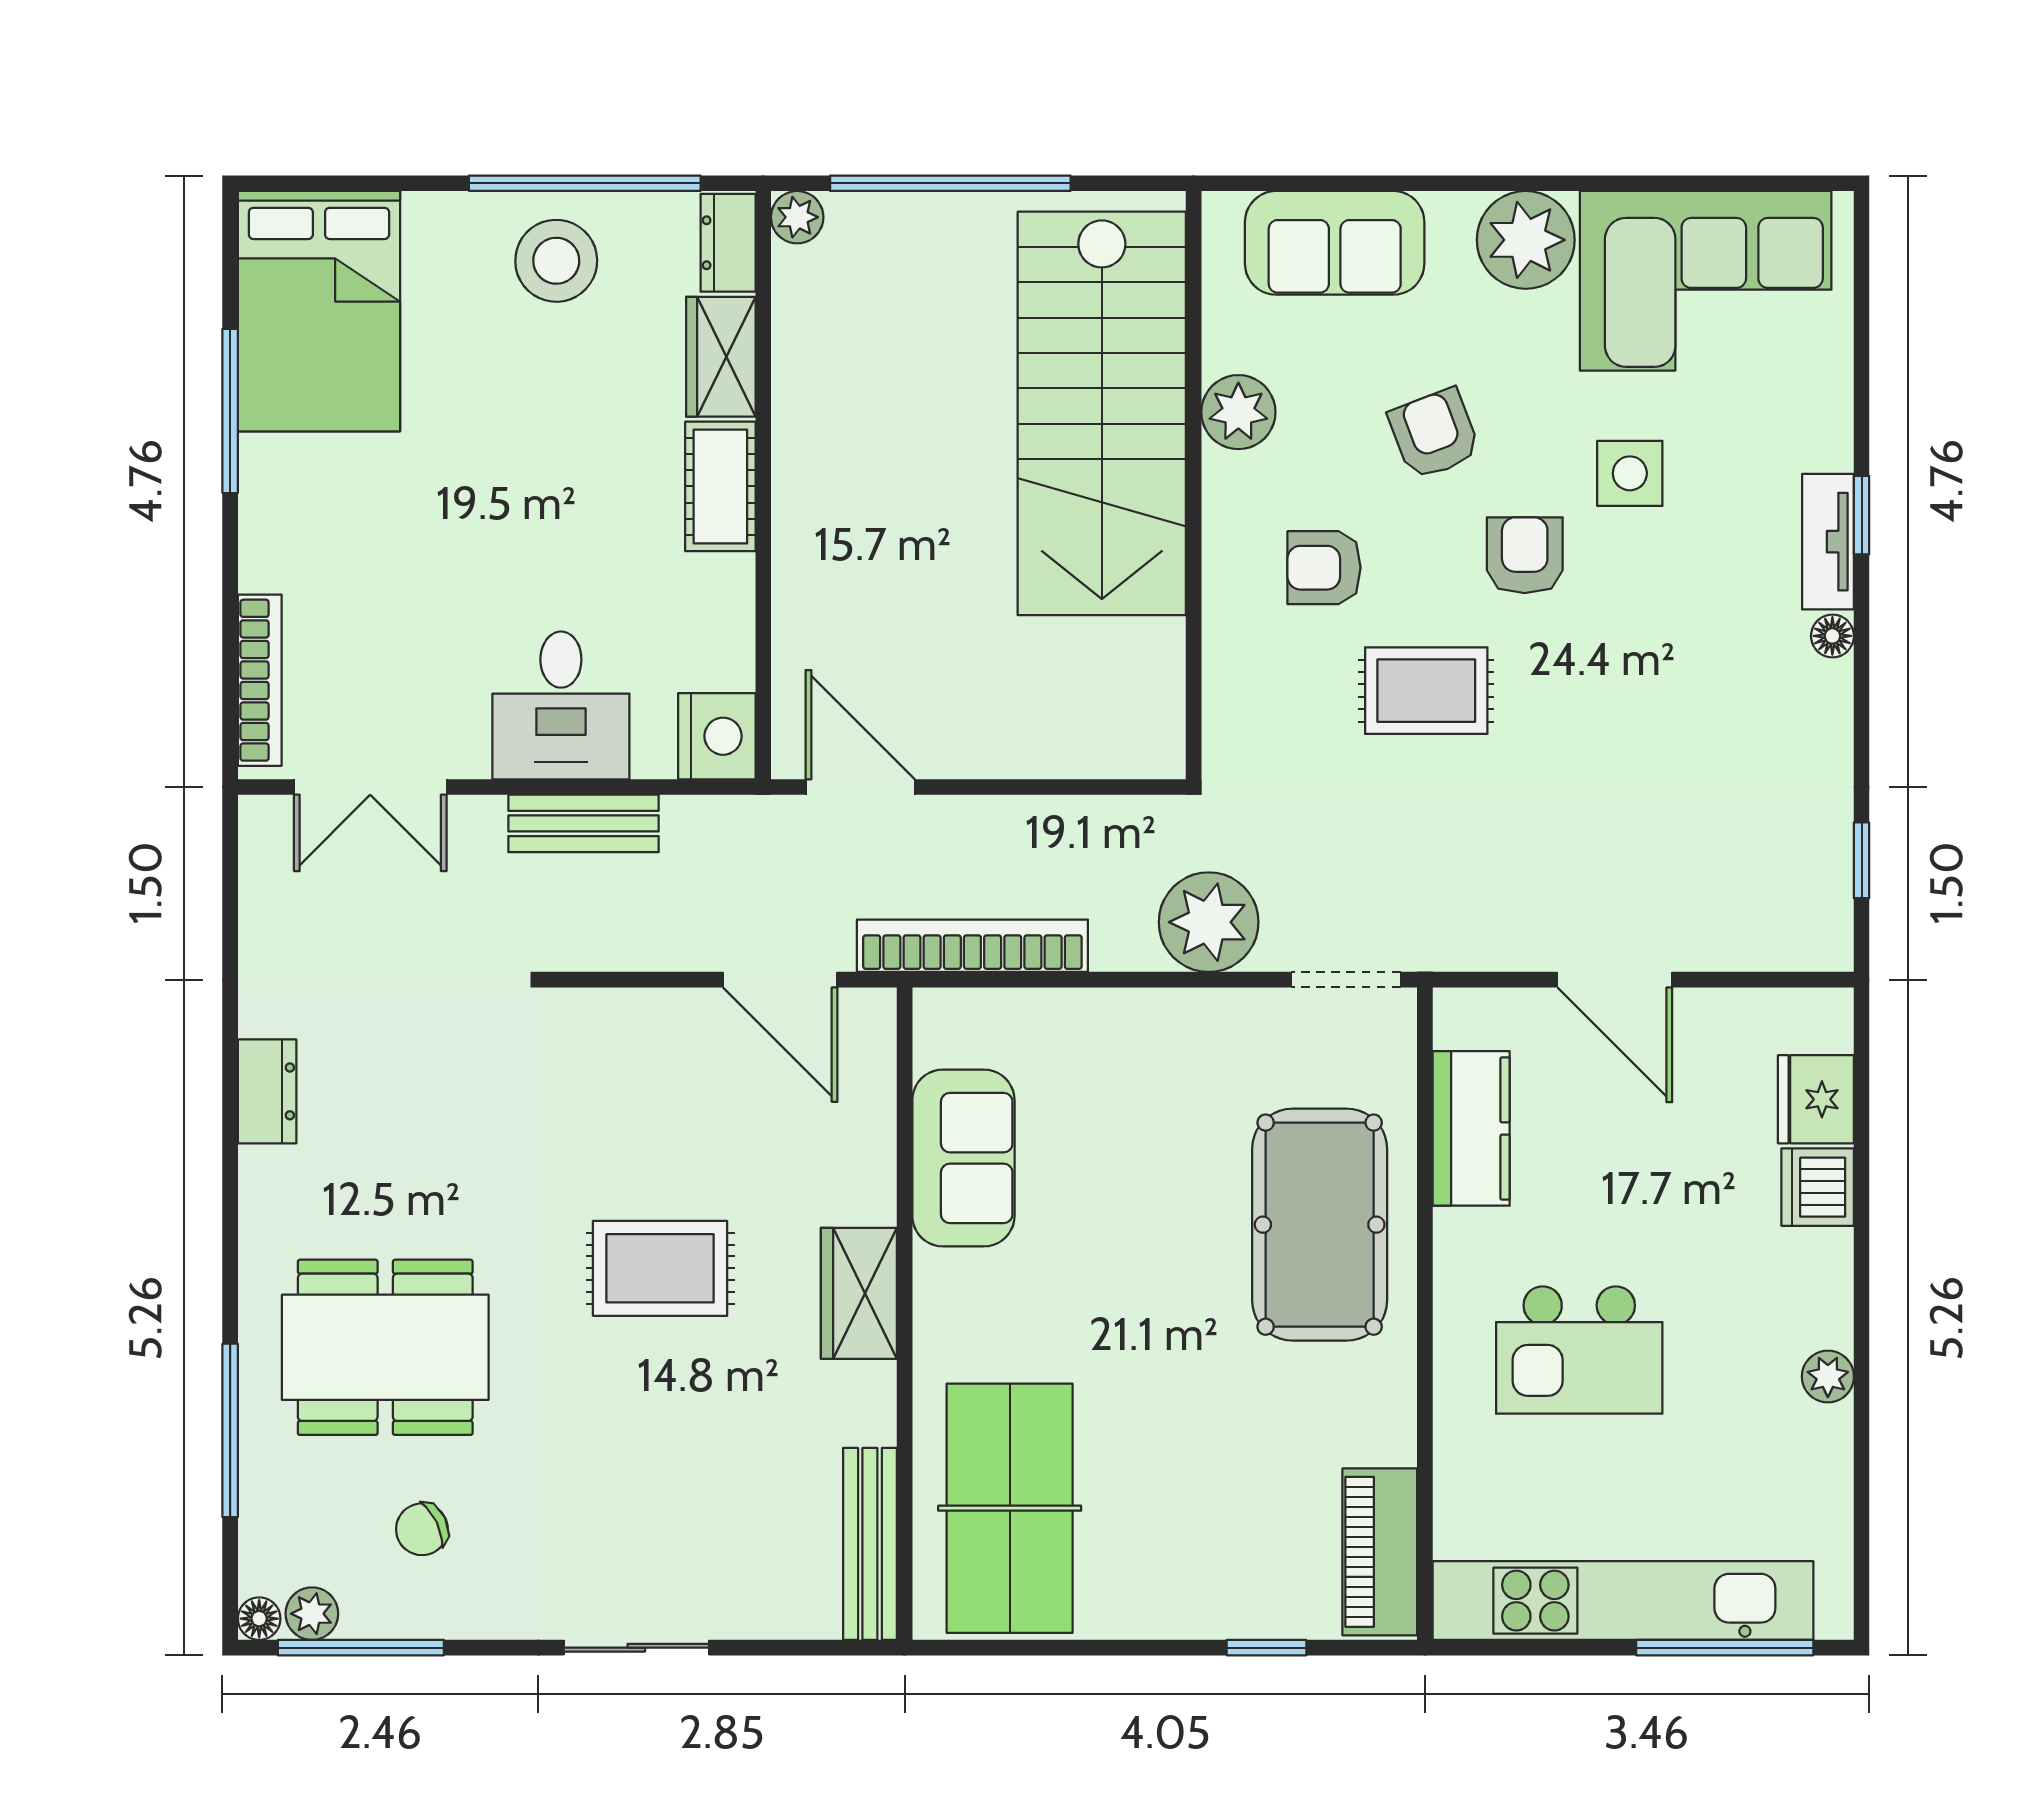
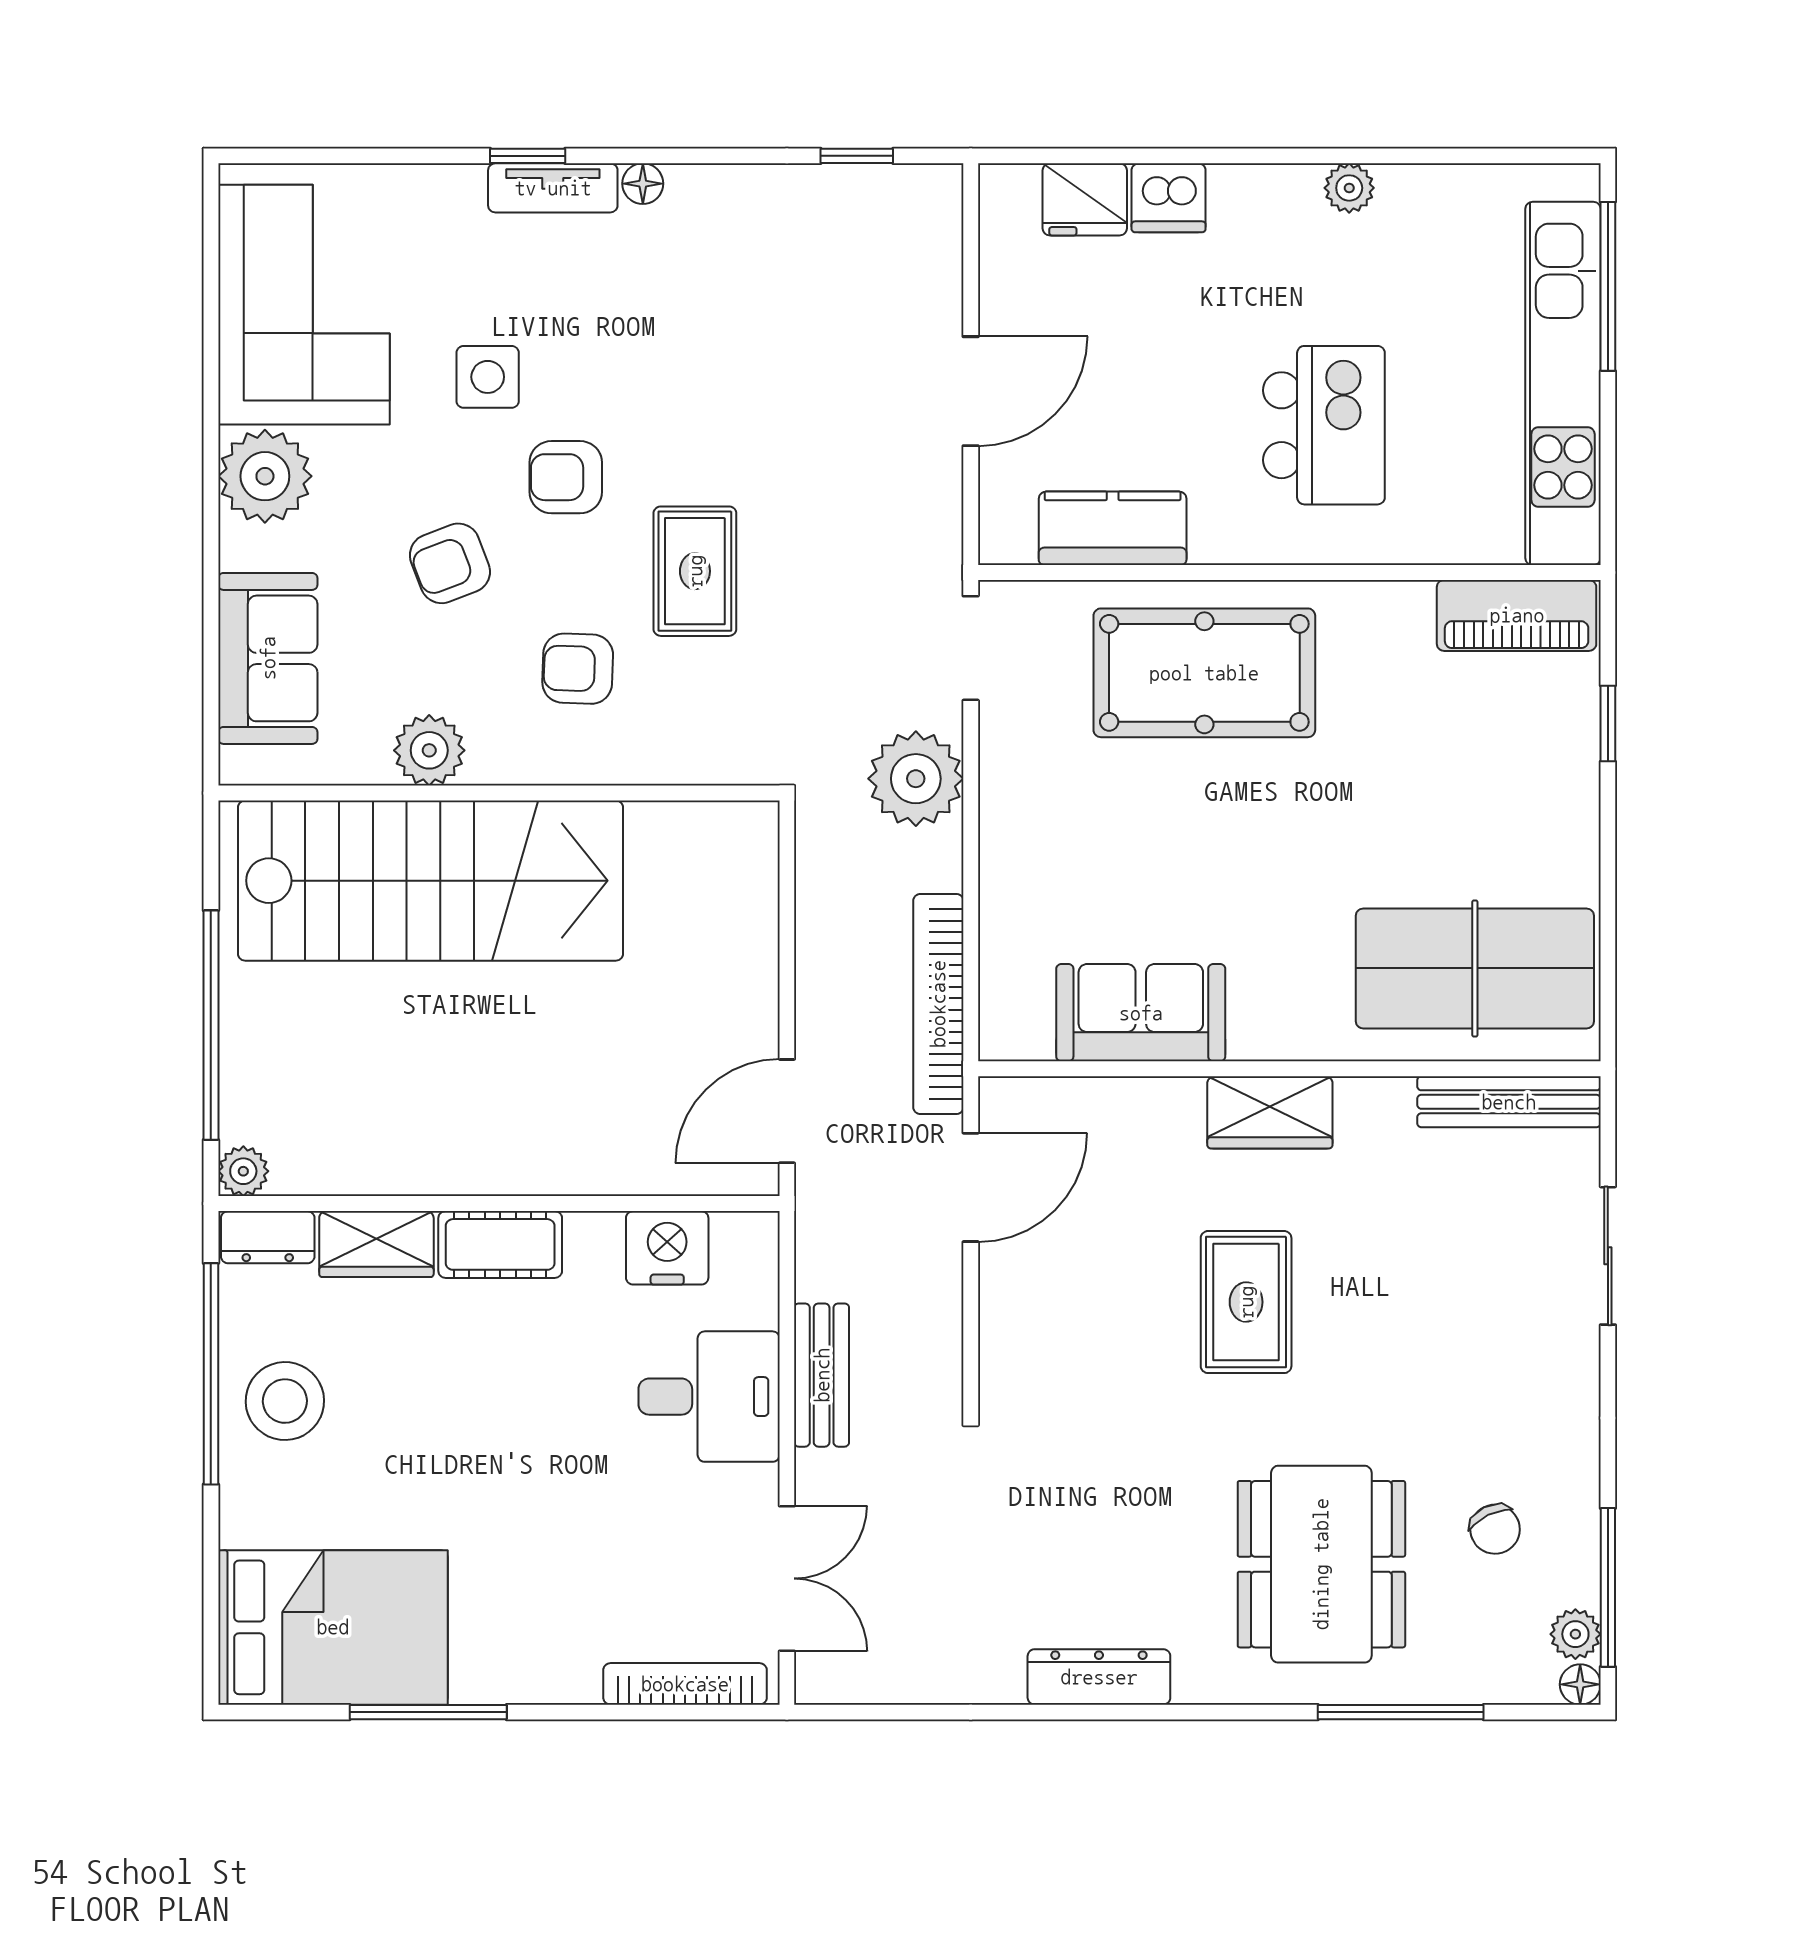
armchair: (1324, 568) -> (578, 669), turned 92
nightstand: (717, 736) -> (667, 1248), moved
dresser: (267, 1091) -> (1099, 1677), width x1.44
sliding door: (636, 1648) -> (1608, 1256), moved

